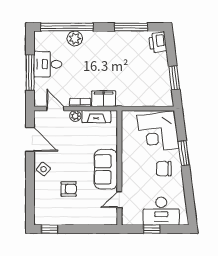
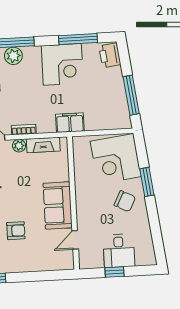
corner desk: (116, 48) -> (62, 64), added
window: (174, 78) -> (131, 95), width x1.44
filing cabinet: (104, 99) -> (70, 123), moved
chair: (164, 169) -> (125, 201), turned -153
desk: (161, 211) -> (119, 251), width x0.73

